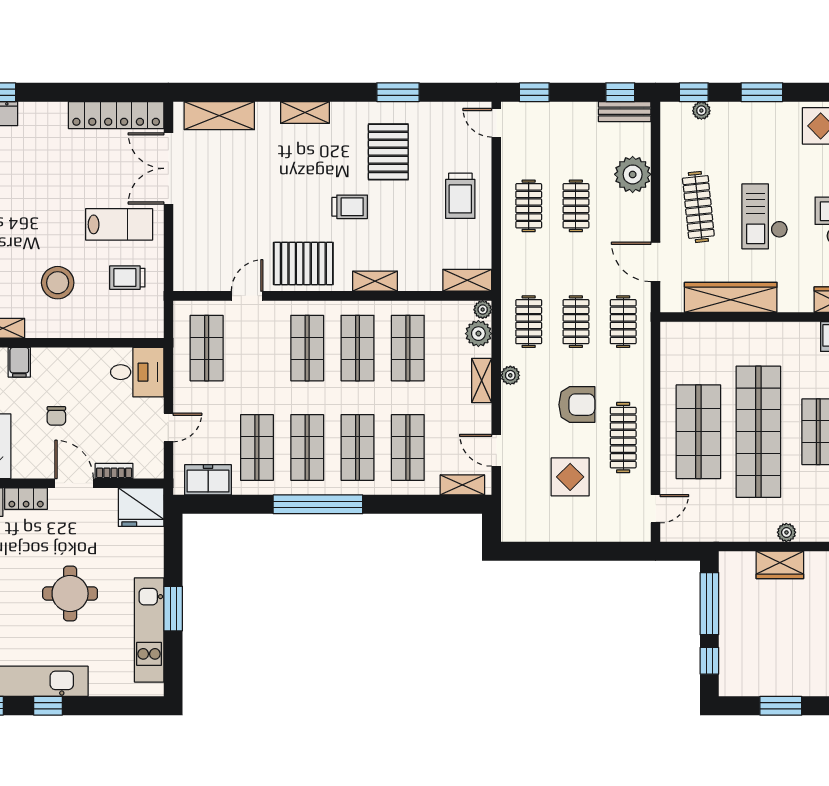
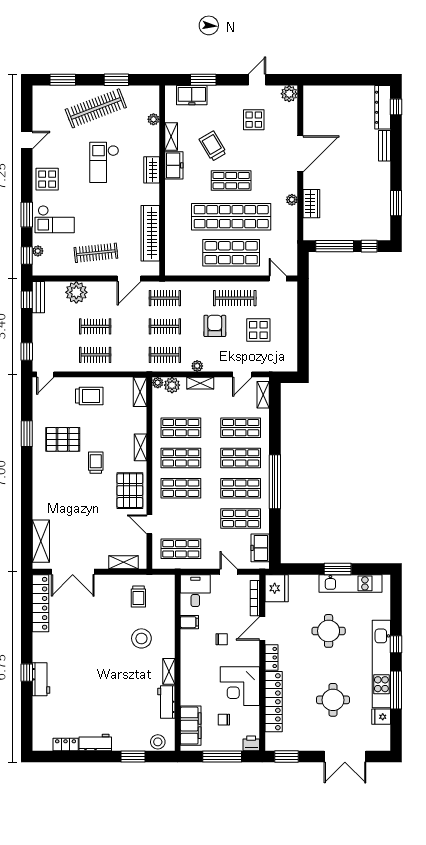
shelving: (305, 113) -> (124, 562), moved, turned 90
checkout: (765, 216) -> (55, 219), moved
lab bench: (119, 224) -> (106, 601), removed
filing cabinet: (19, 362) -> (189, 622), moved
bookcase: (114, 471) -> (255, 598), width x1.56

